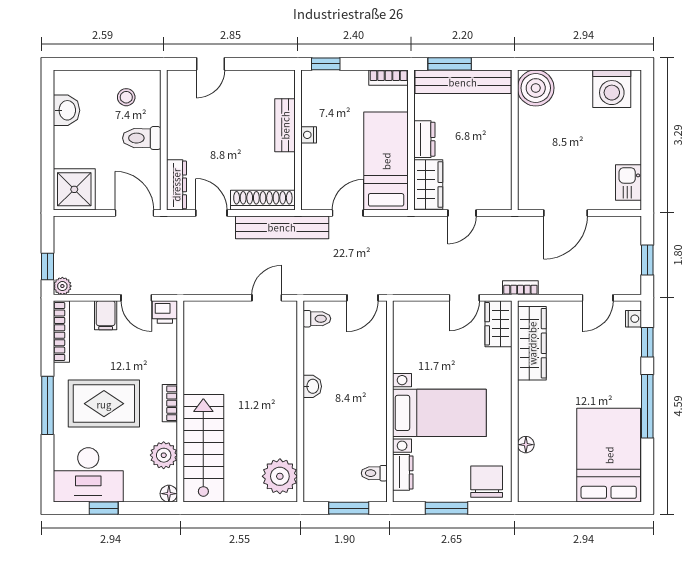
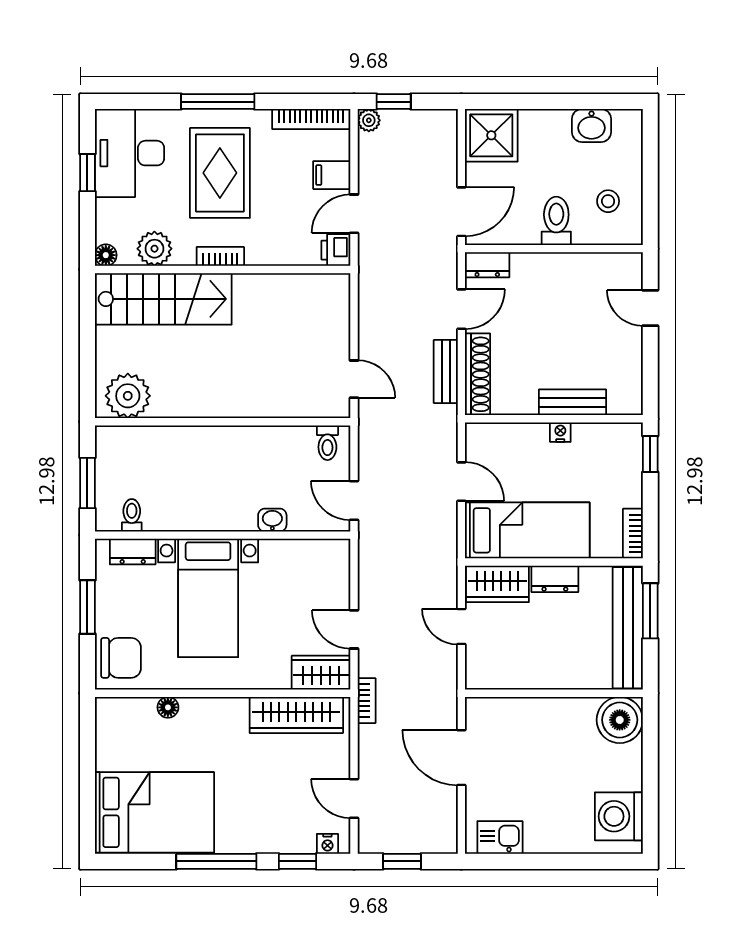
dresser: (176, 185) -> (487, 265), width x0.70
bench: (282, 227) -> (446, 371), width x0.54, depth x0.82
washbasin: (312, 386) -> (272, 520), moved, turned 180

